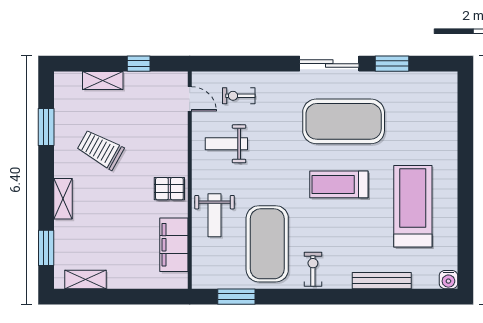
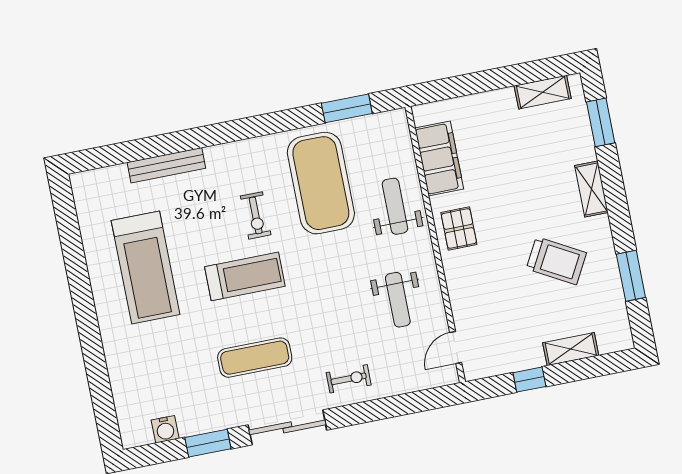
exercise bike: (239, 96) -> (349, 379), moved
door: (190, 99) -> (456, 348), hinge flipped
exercise mat: (344, 121) -> (255, 358), width x0.50, depth x0.69
weight bench: (226, 144) -> (398, 300), turned 90
pallet: (169, 189) -> (459, 228), turned 90
exercise bike: (313, 269) -> (256, 215), moved
water cooler: (448, 280) -> (165, 429), moved, turned 180

